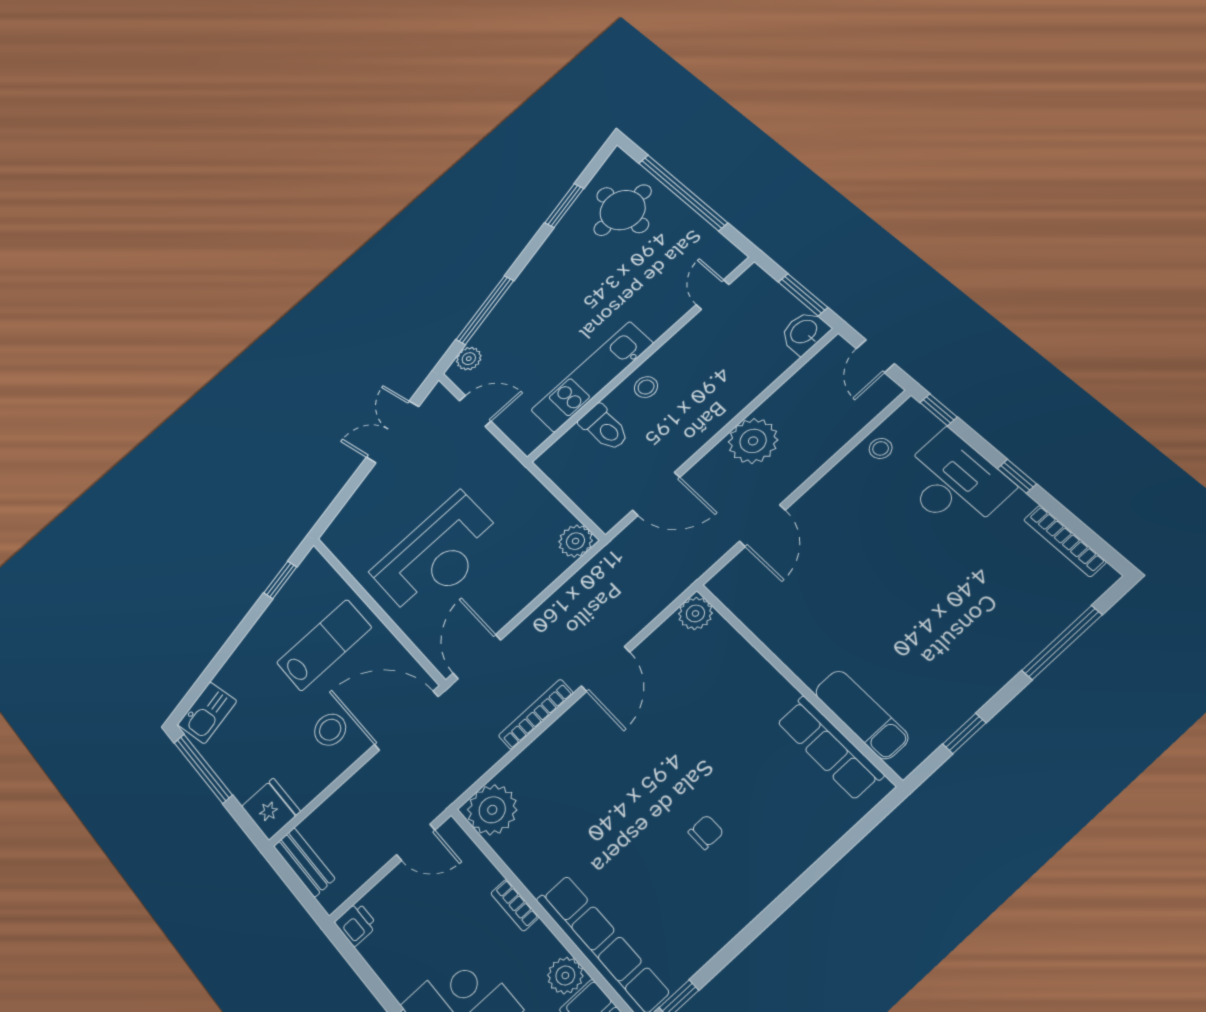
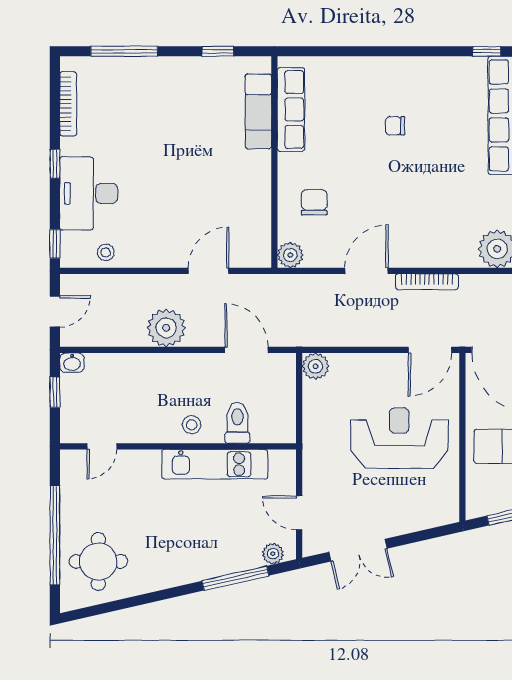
window: (564, 206) -> (128, 603), removed
window: (803, 295) -> (55, 392), width x0.67
washbasin: (804, 332) -> (72, 363), width x0.72, depth x0.69
chair: (719, 683) -> (314, 202), added

